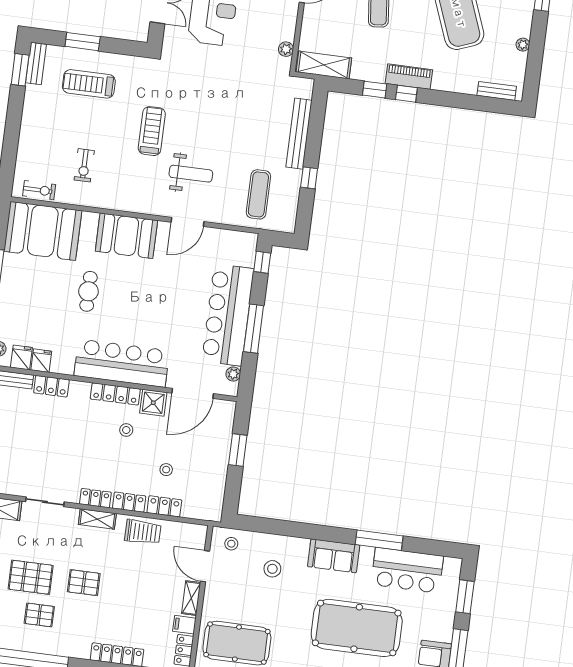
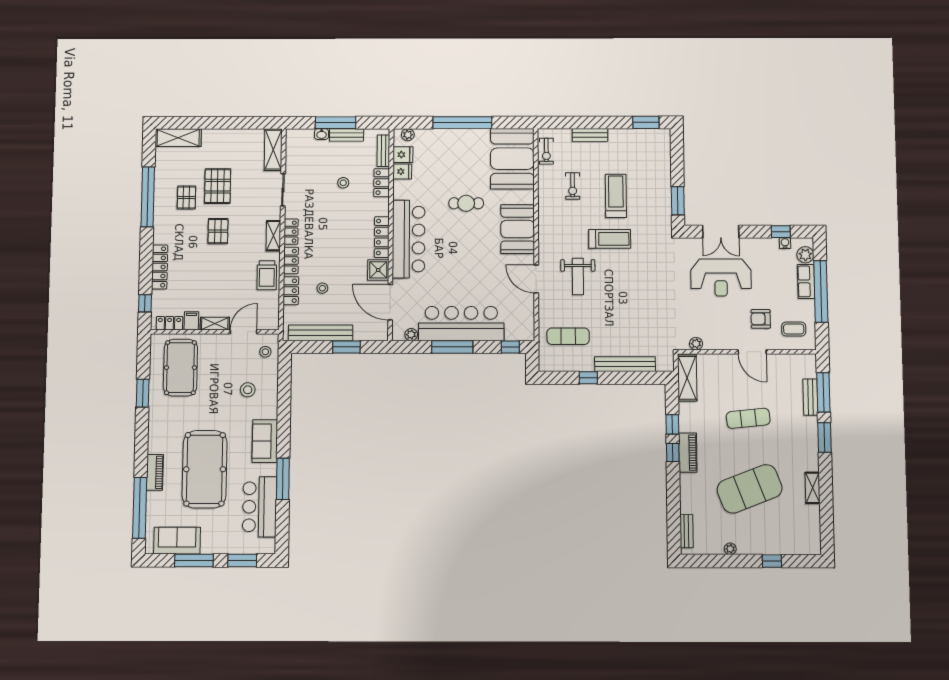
window: (83, 42) -> (678, 201), moved
bench: (36, 64) -> (590, 135), moved
treadmill: (89, 84) -> (616, 196), moved
exercise bike: (84, 165) -> (573, 186), turned -90
stool: (126, 430) -> (343, 183), moved
bench: (218, 478) -> (321, 333), added

